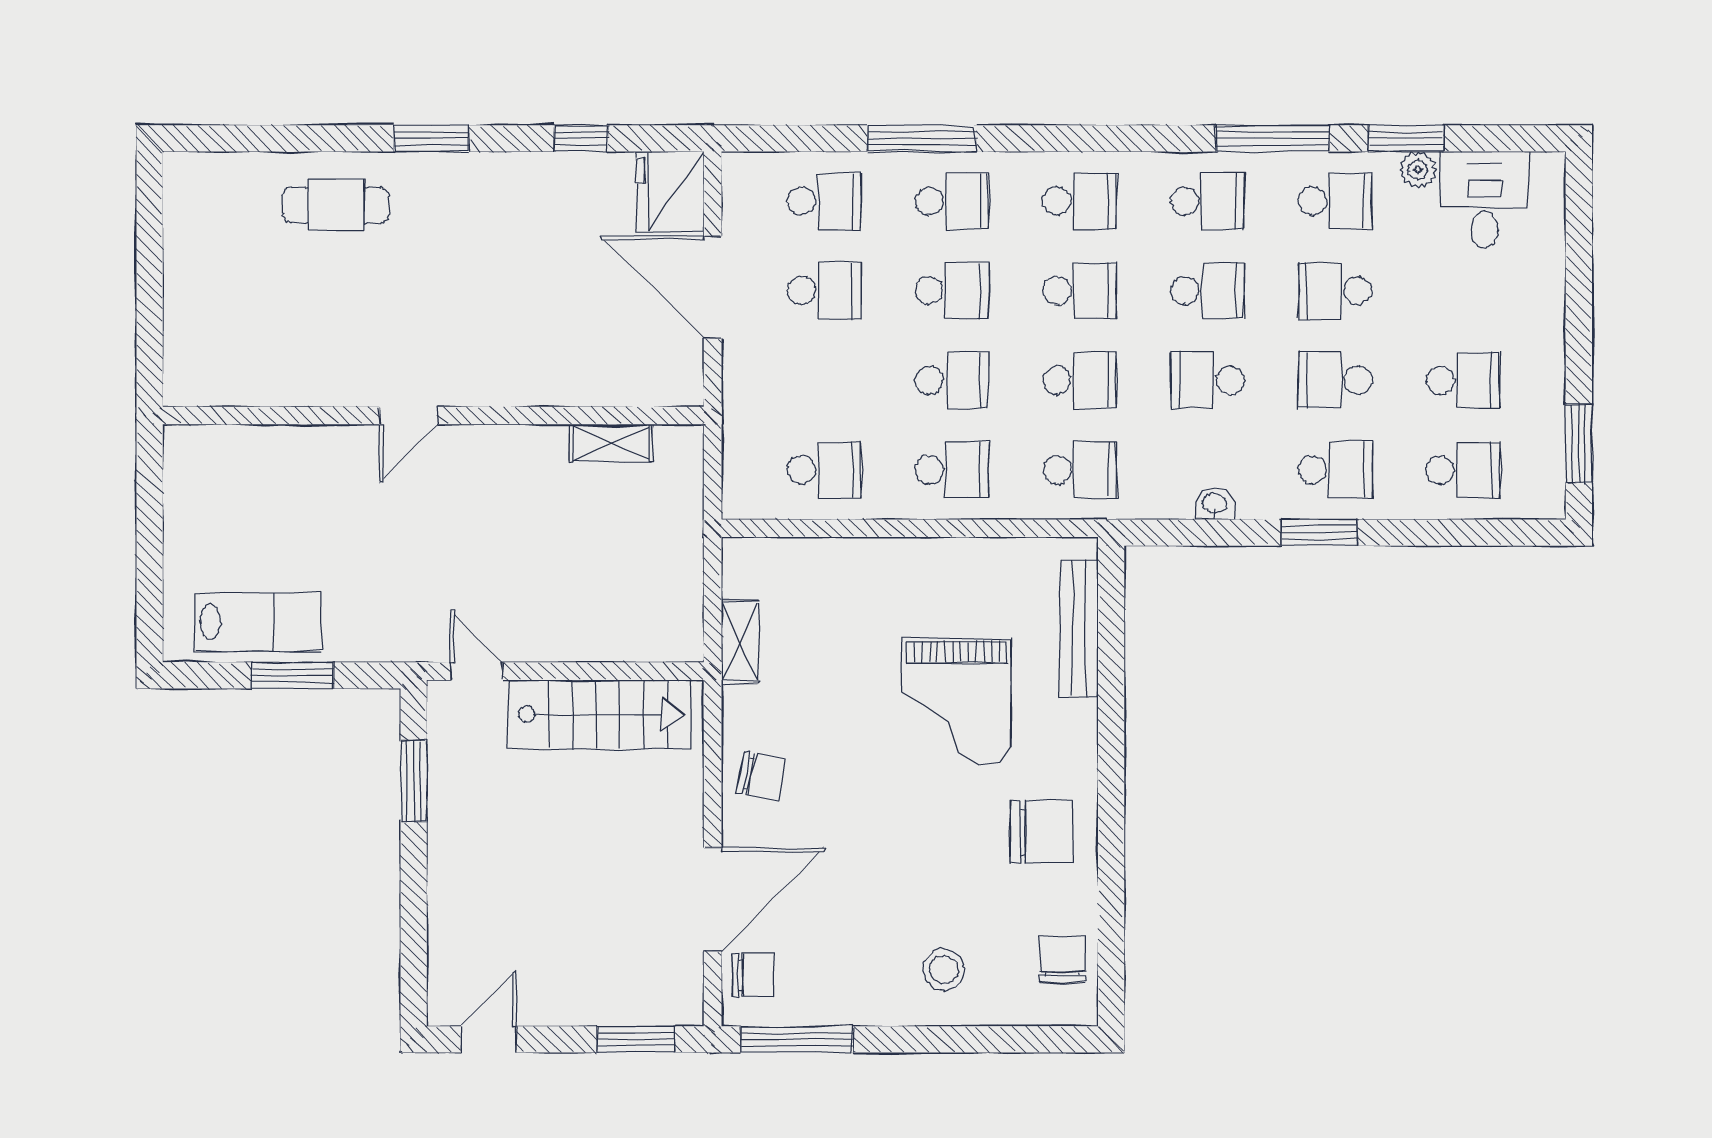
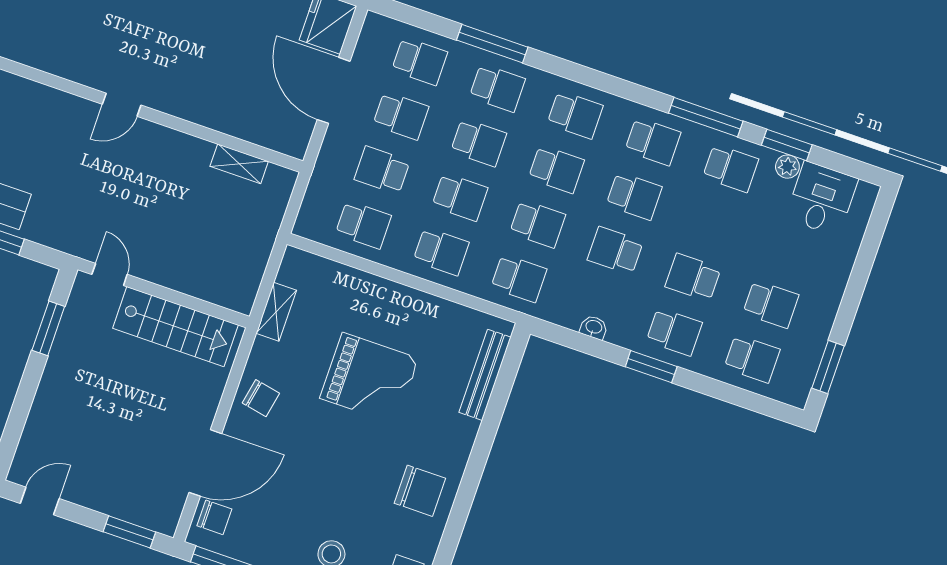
school desk: (1335, 291) -> (382, 170), moved
grand piano: (956, 702) -> (369, 378), moved, turned -90

